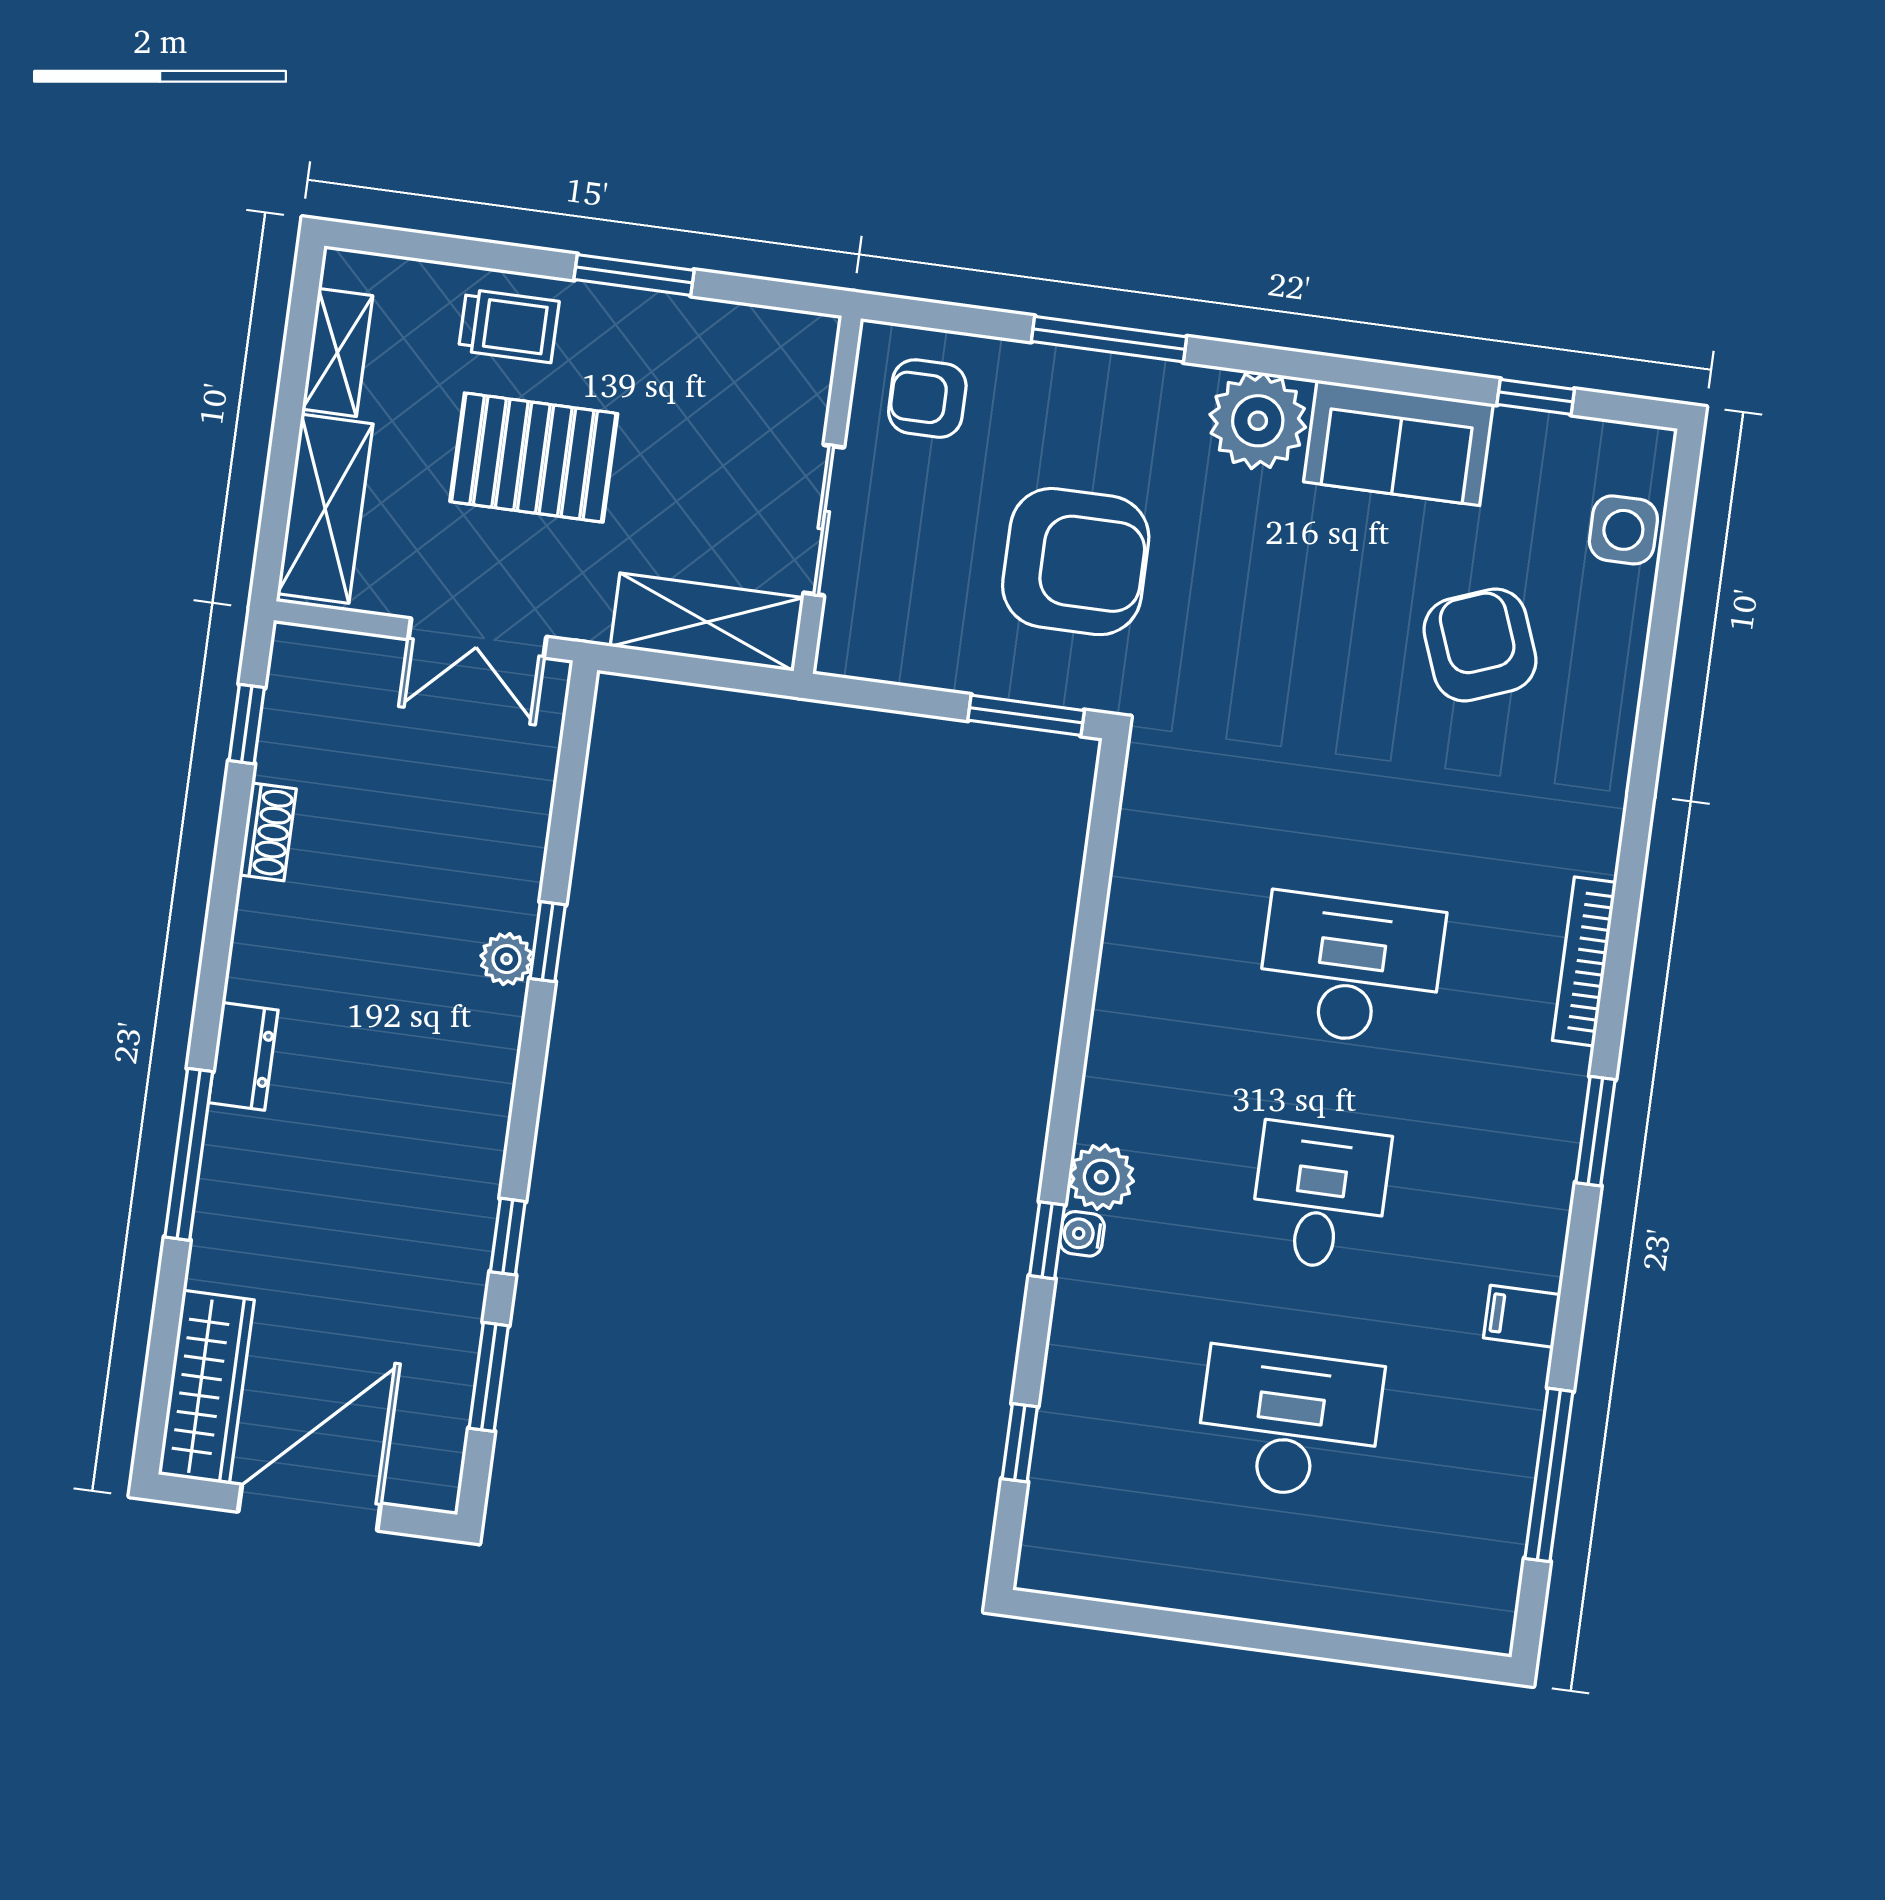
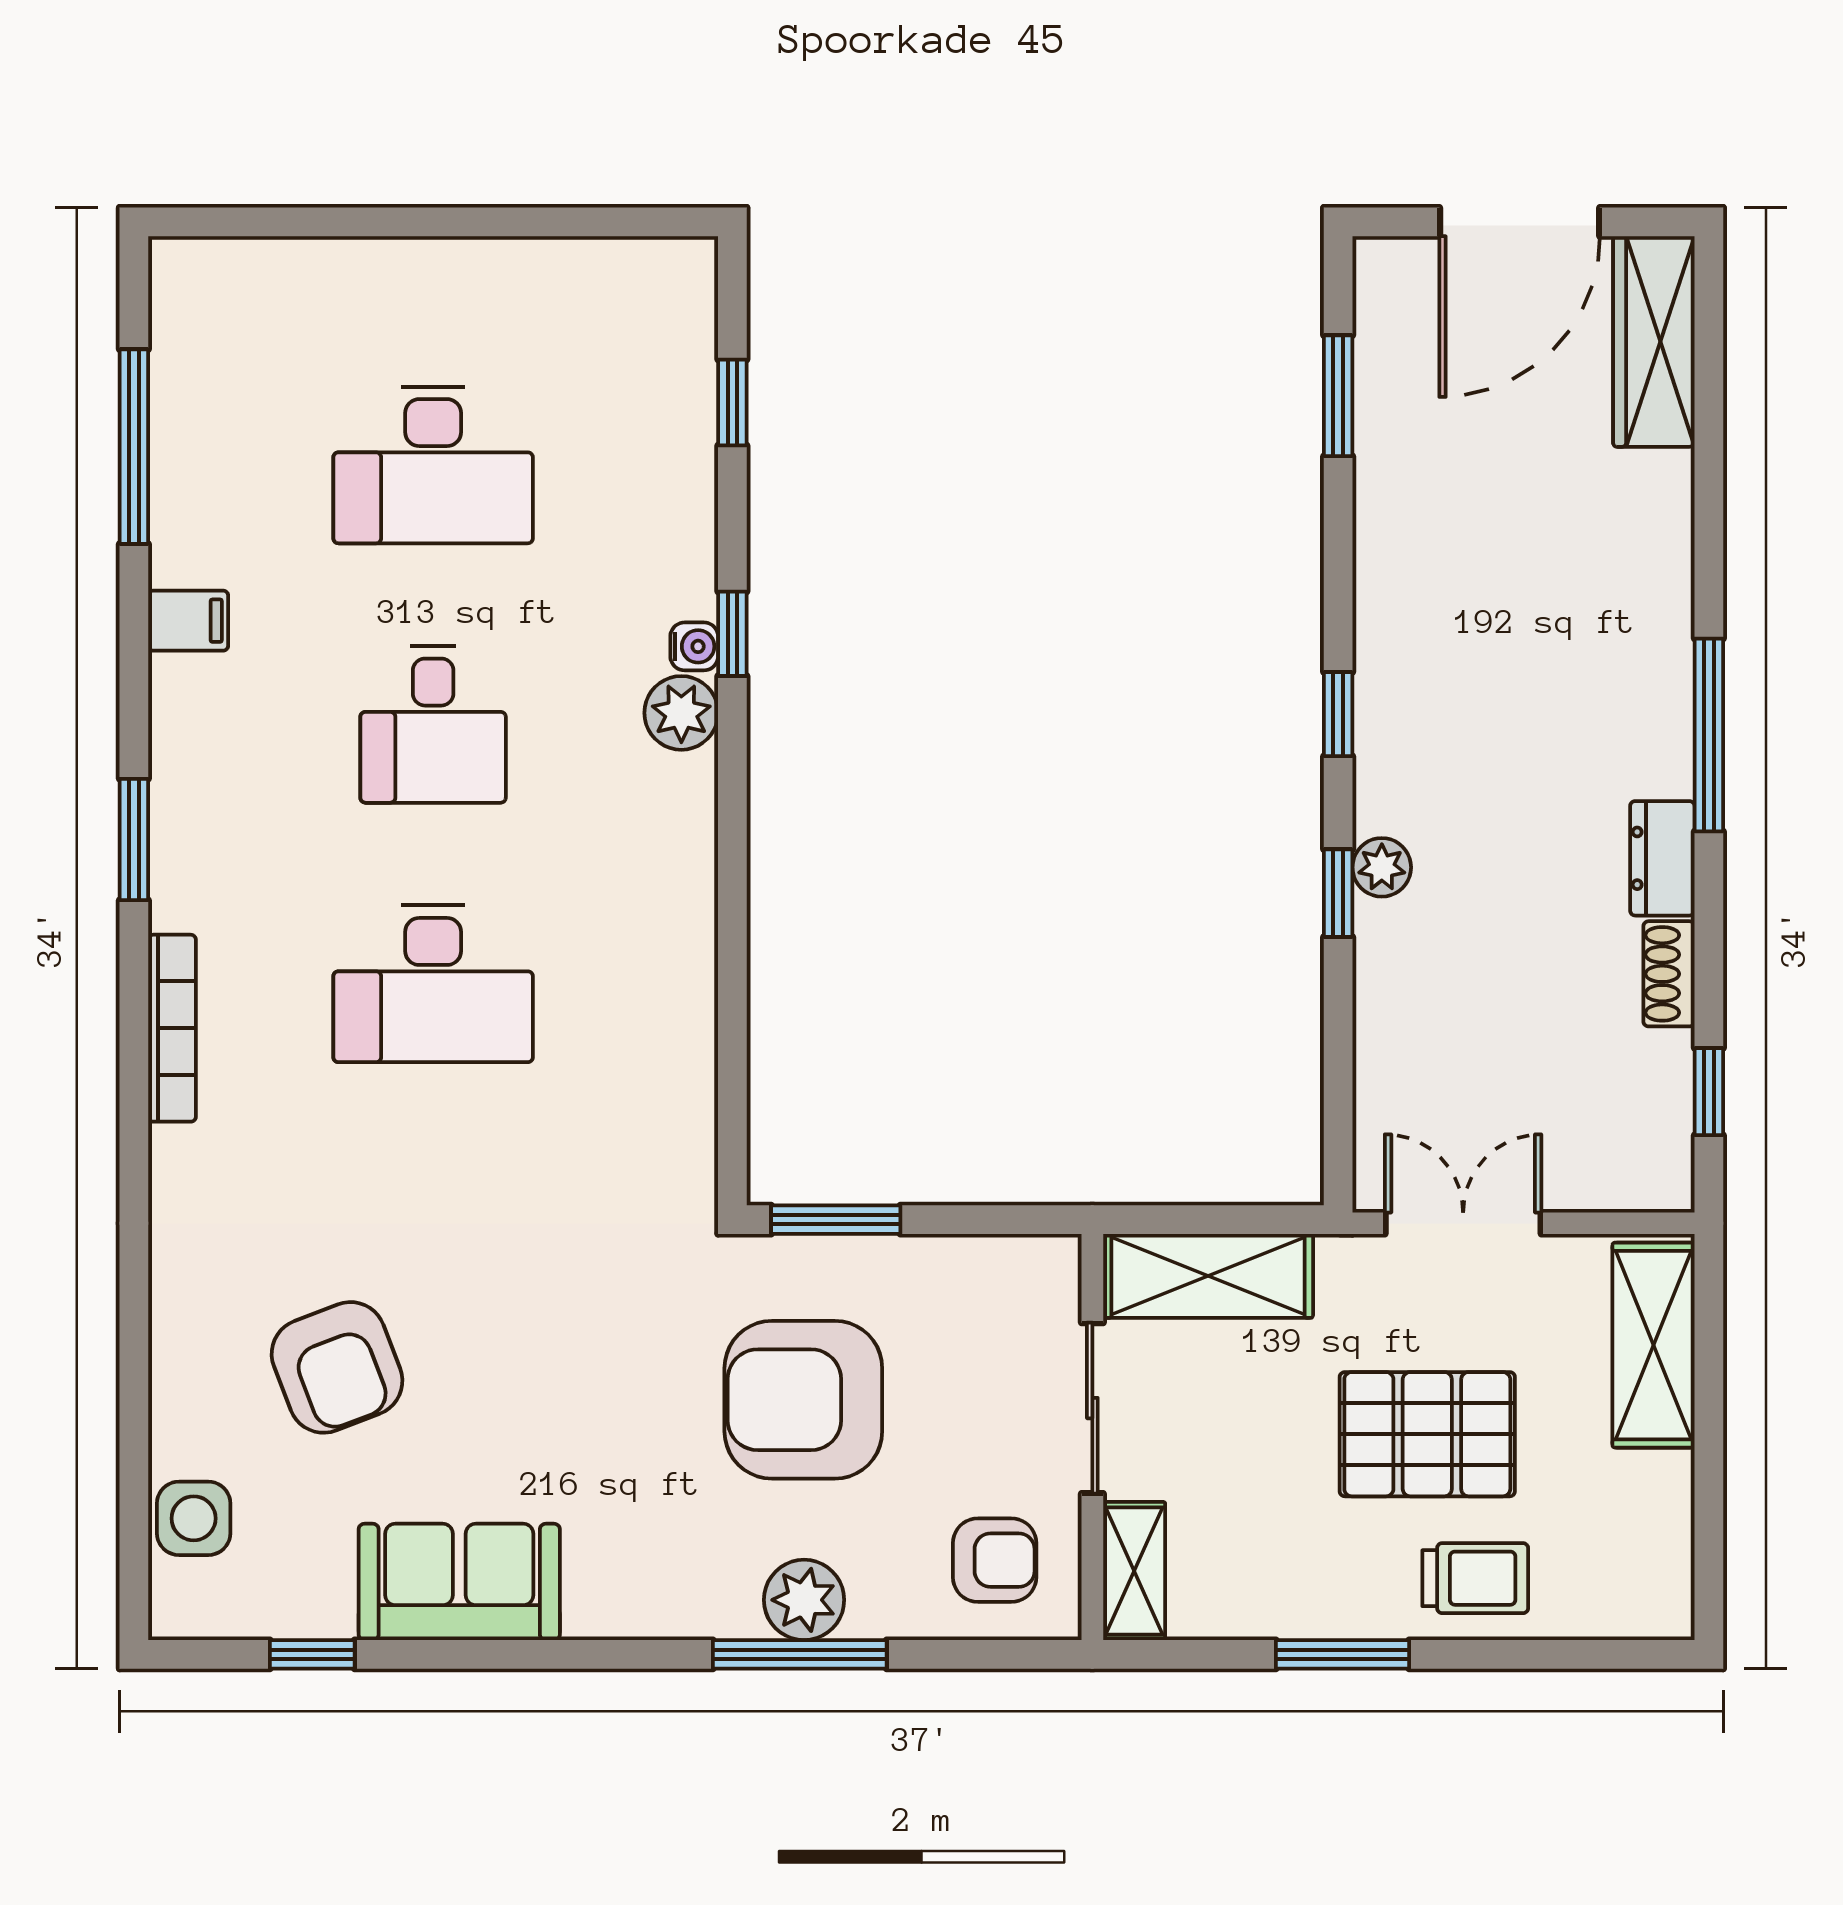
trolley: (509, 326) -> (1475, 1578), turned 180
shelving: (337, 352) -> (1134, 1571), moved
plant: (1258, 421) -> (804, 1600), moved, width x0.73, depth x0.73
dresser: (243, 1056) -> (1662, 858), moved
window: (189, 1154) -> (1709, 735), moved
window: (508, 1237) -> (1338, 714), moved

